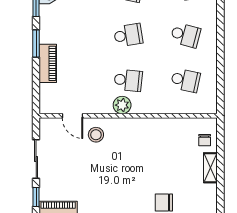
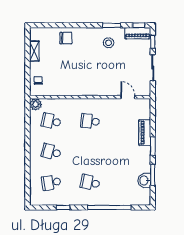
school desk: (128, 35) -> (90, 152), removed
plant: (122, 105) -> (36, 104), moved
stool: (96, 135) -> (108, 43), moved
shelving: (210, 168) -> (34, 51), moved

